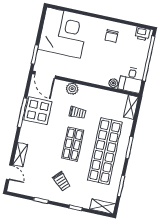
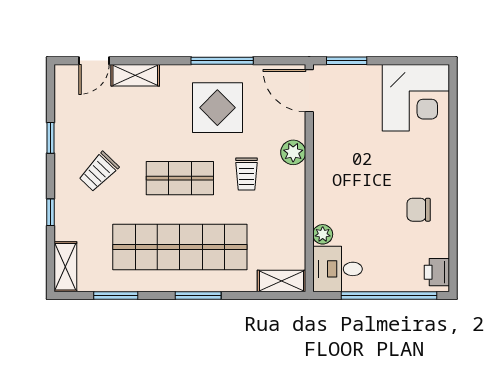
corner desk: (63, 33) -> (416, 98), width x0.74, depth x0.74
door: (45, 75) -> (309, 91), hinge flipped
display table: (38, 111) -> (217, 108), moved

